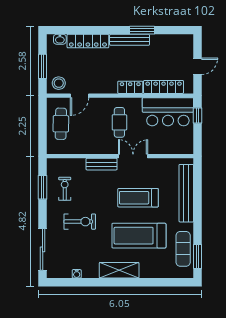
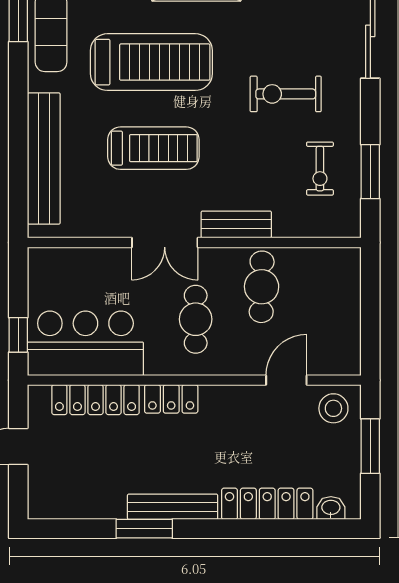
cafe table: (61, 124) -> (262, 287), moved

